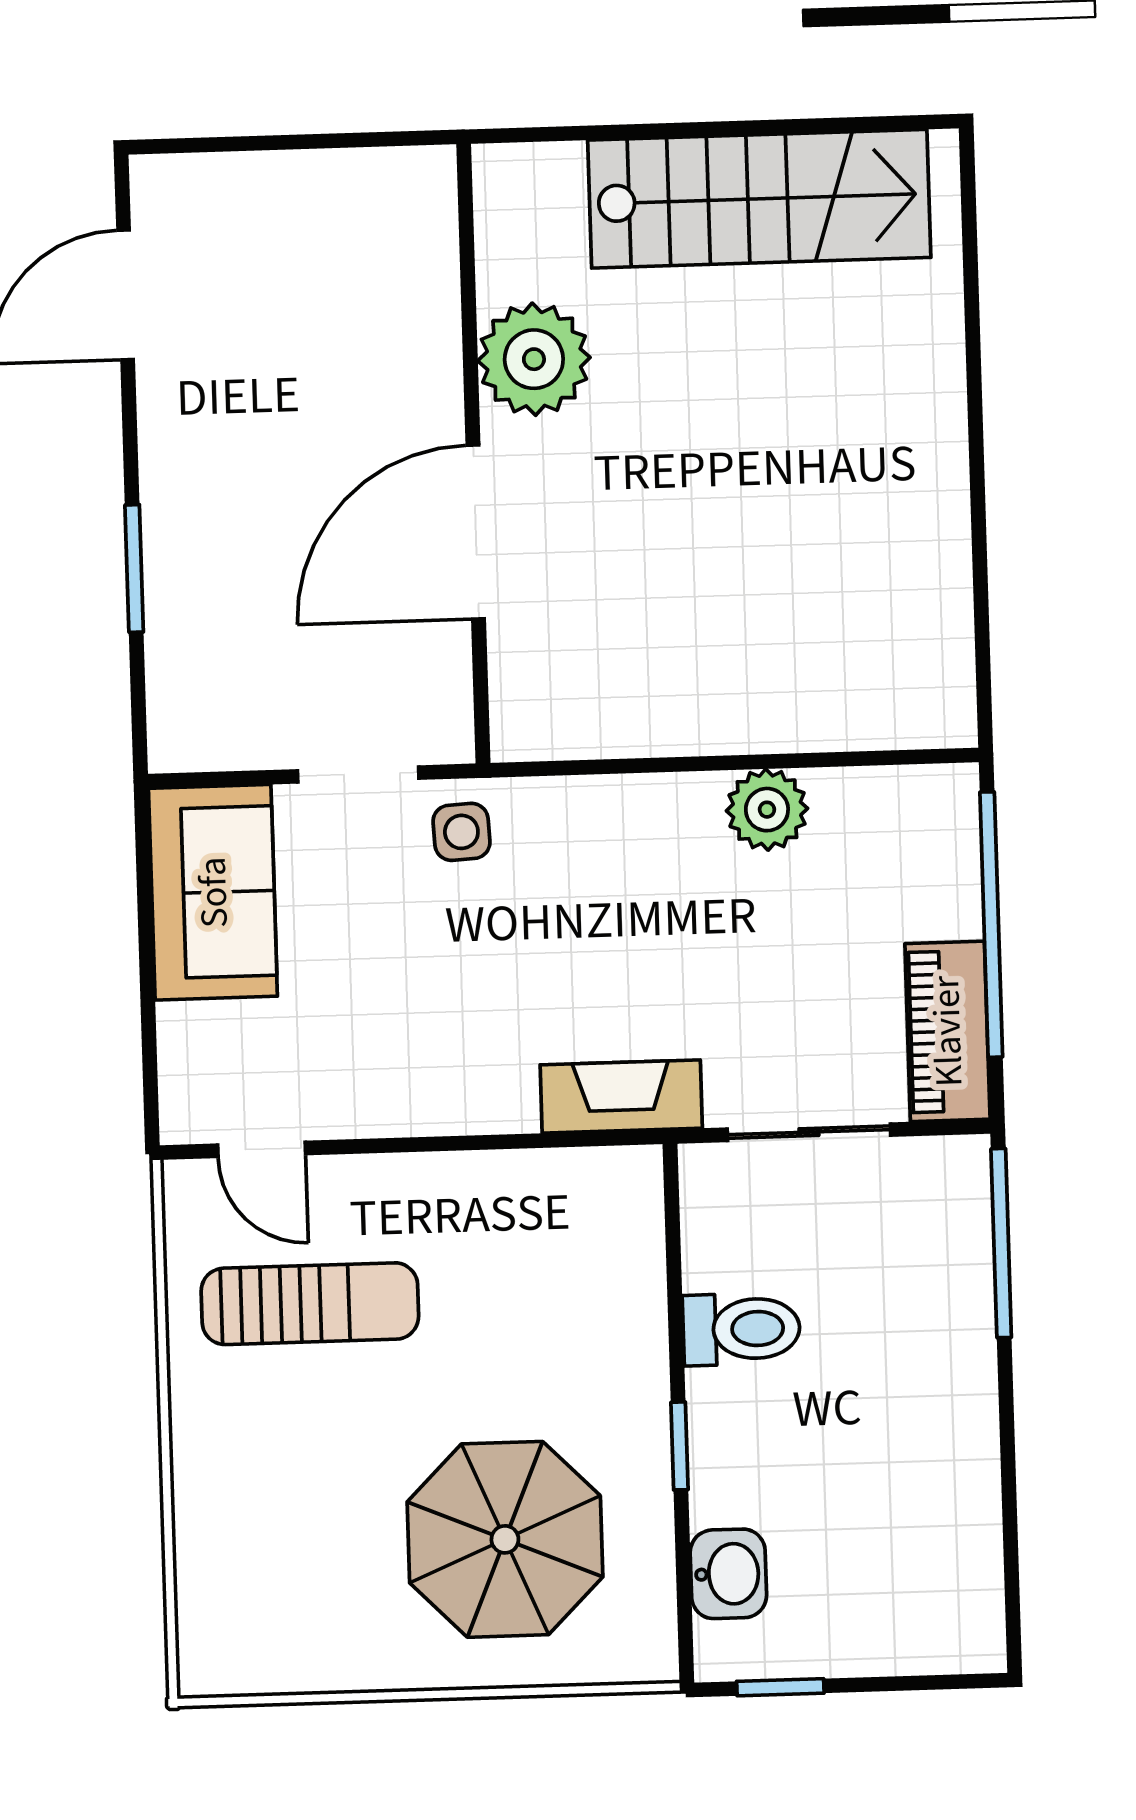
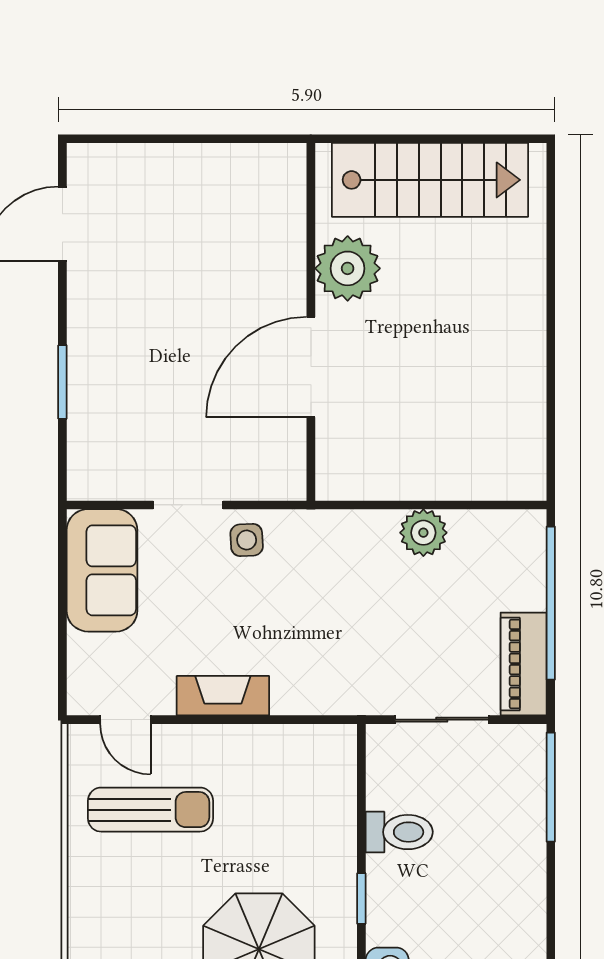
plant: (534, 359) -> (348, 268), moved
wall: (473, 454) -> (311, 322), moved
door: (476, 532) -> (311, 367), moved
fireplace: (621, 1097) -> (223, 696), moved

